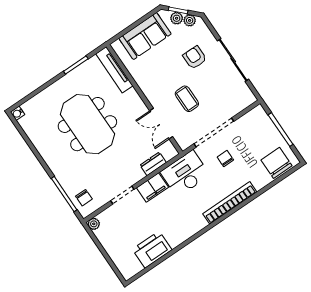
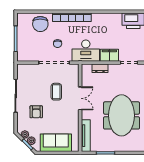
double door: (161, 124) -> (80, 98), moved
chair: (277, 163) -> (40, 24), moved

